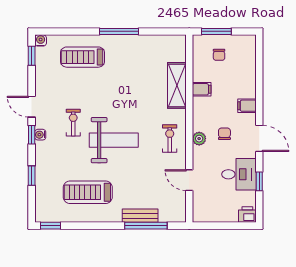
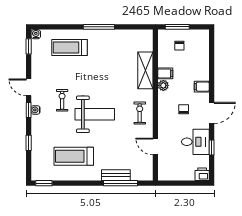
door: (259, 138) -> (212, 113), hinge flipped
plant: (199, 139) -> (163, 85), moved

